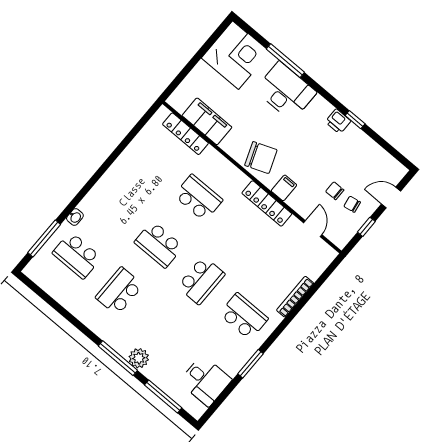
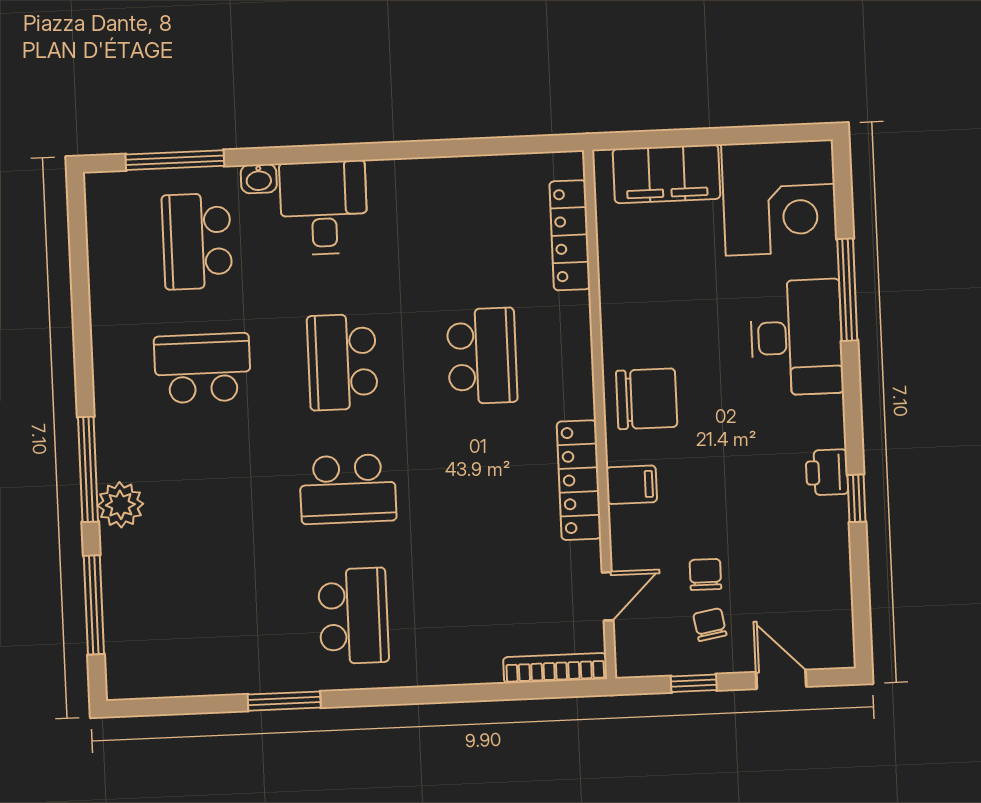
filing cabinet: (207, 121) -> (667, 174), moved, turned 90
chair: (261, 158) -> (647, 399), turned -69
bookcase: (295, 297) -> (555, 668), moved
desk: (205, 381) -> (324, 208), moved, turned 180

